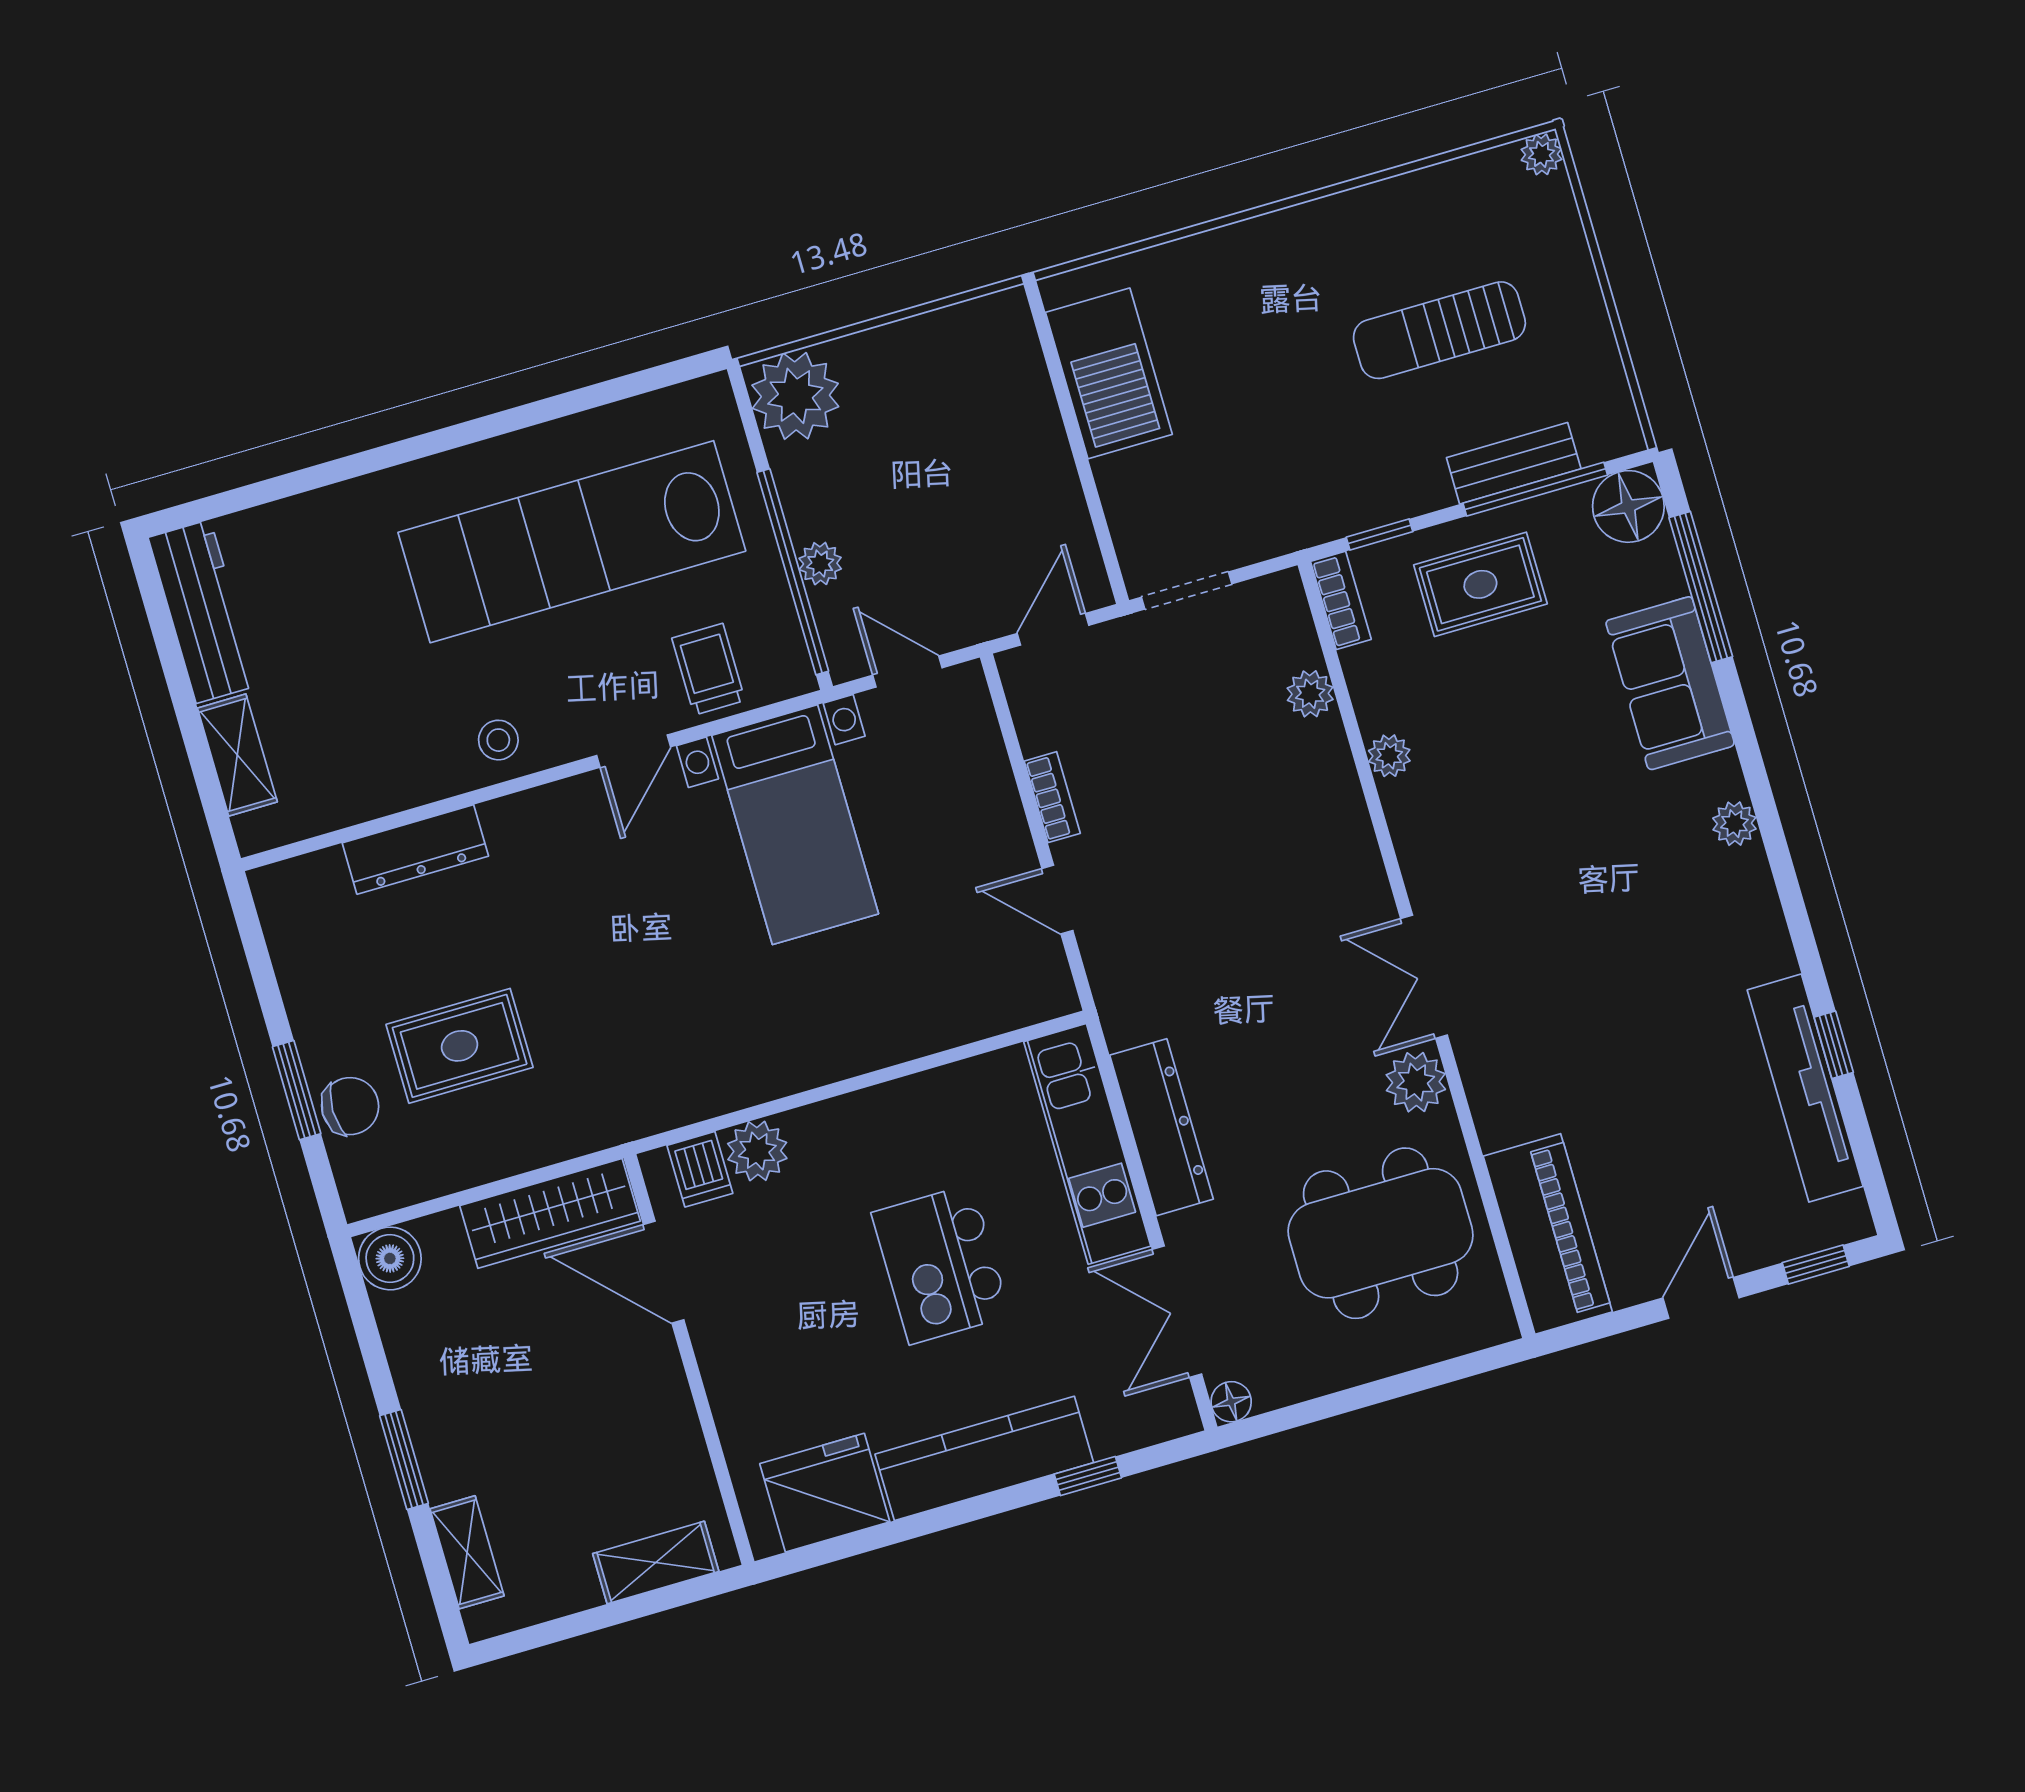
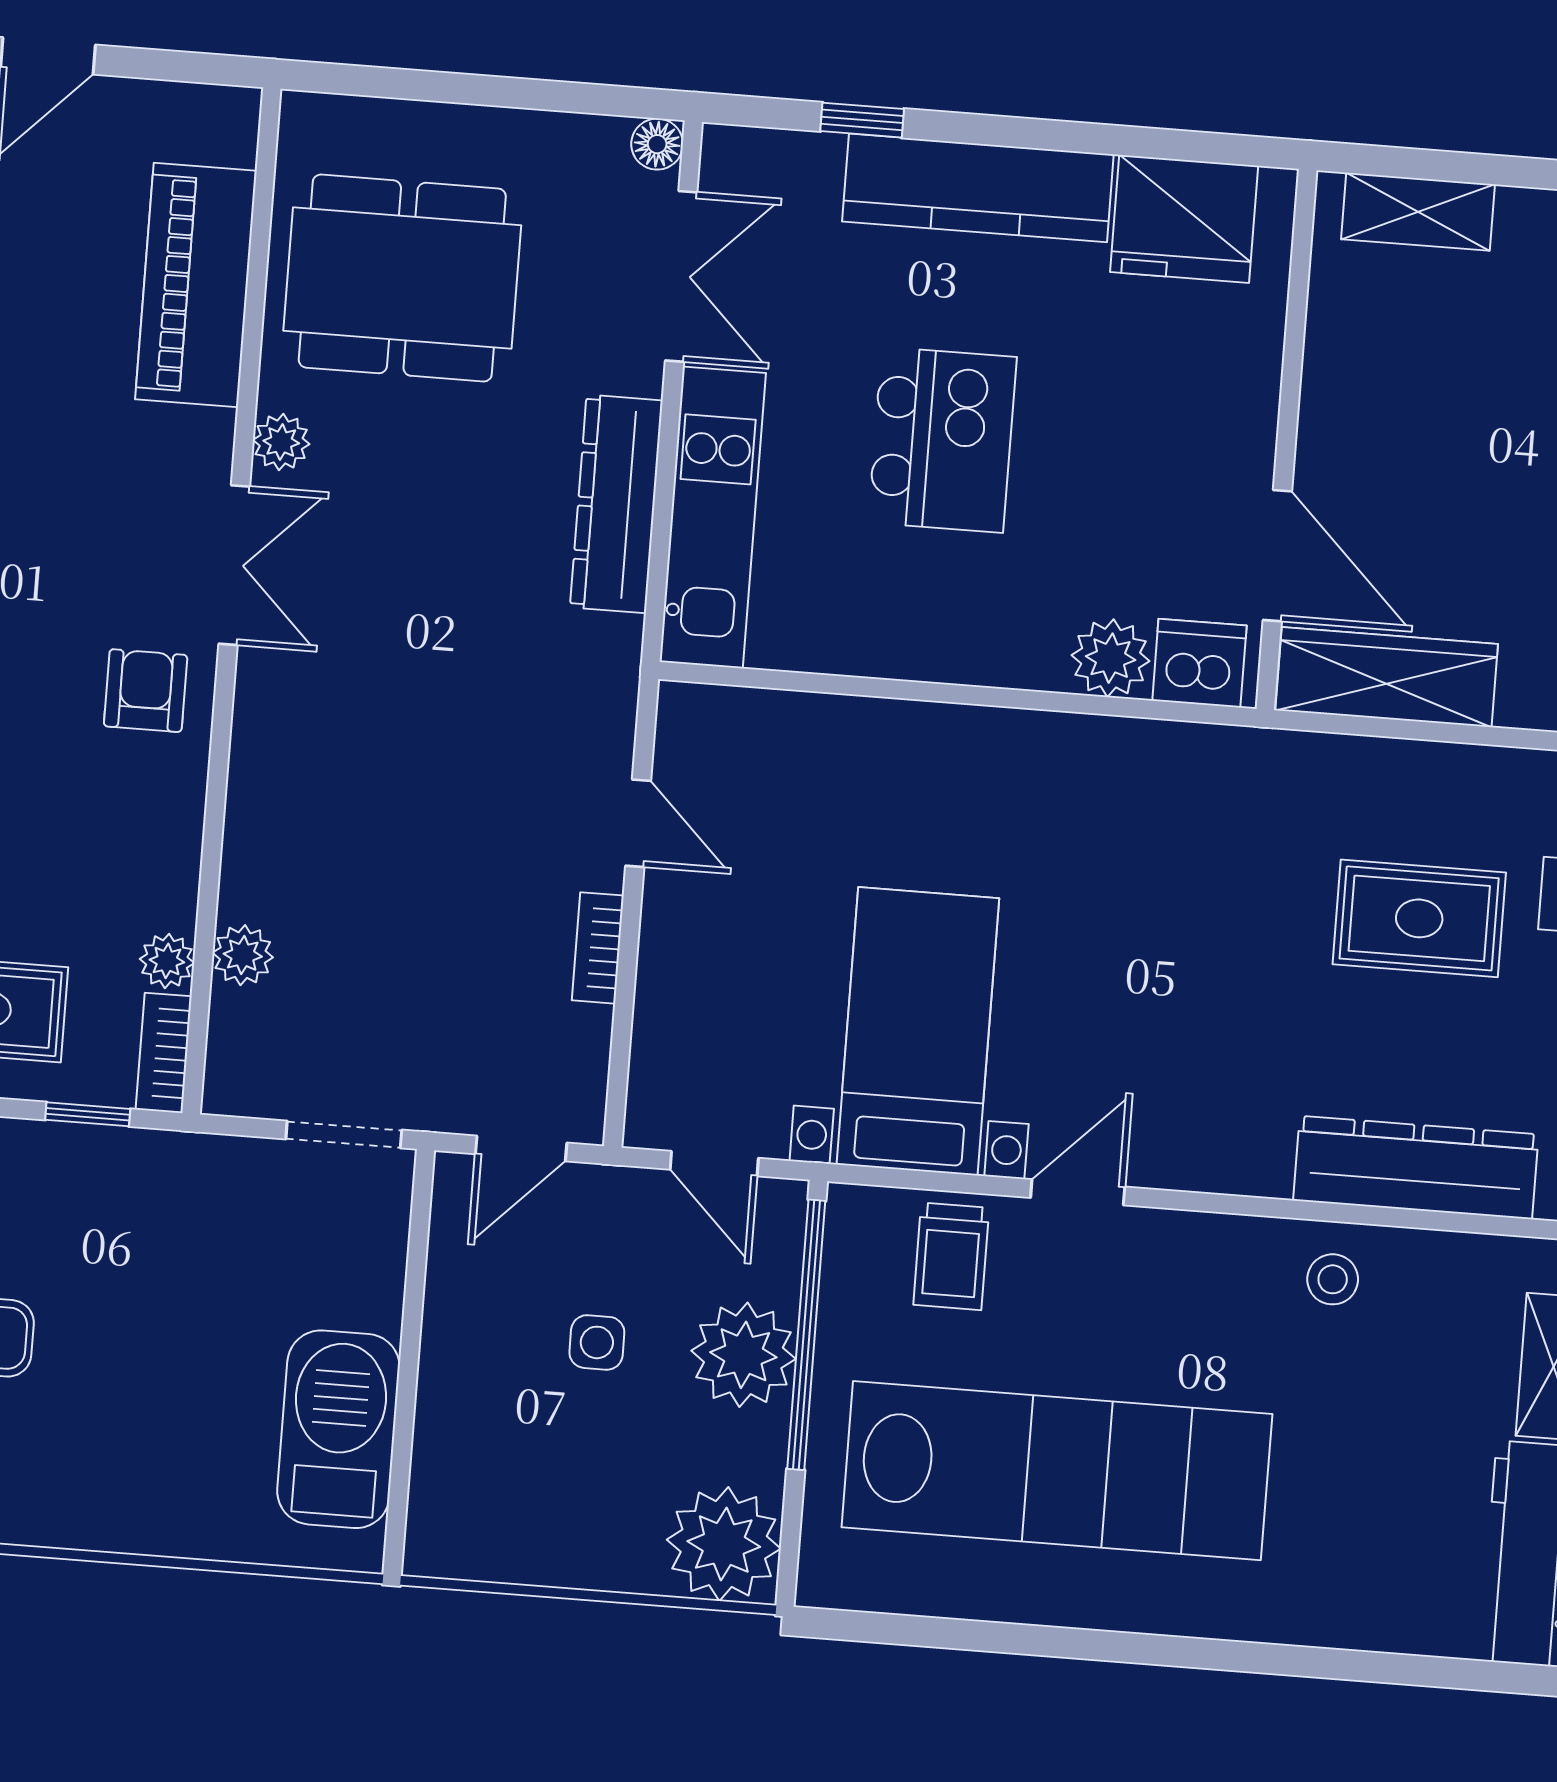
side table: (944, 508) -> (597, 1342), added
plant: (820, 564) -> (743, 1355), width x1.87, depth x1.87
stool: (498, 740) -> (1333, 1279), moved
plant: (1389, 756) -> (167, 961), moved
dresser: (415, 849) -> (1416, 1167), width x1.37, depth x1.24
armchair: (1454, 860) -> (146, 691), added
plant: (1416, 1082) -> (281, 442), width x0.73, depth x0.73
dishwasher: (700, 1169) -> (1199, 663), width x1.38
piano: (1548, 1234) -> (196, 285), moved

